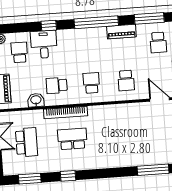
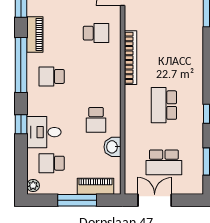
school desk: (91, 83) -> (52, 76), moved
bookcase: (66, 113) -> (130, 58), moved
school desk: (26, 142) -> (164, 162), turned 180

